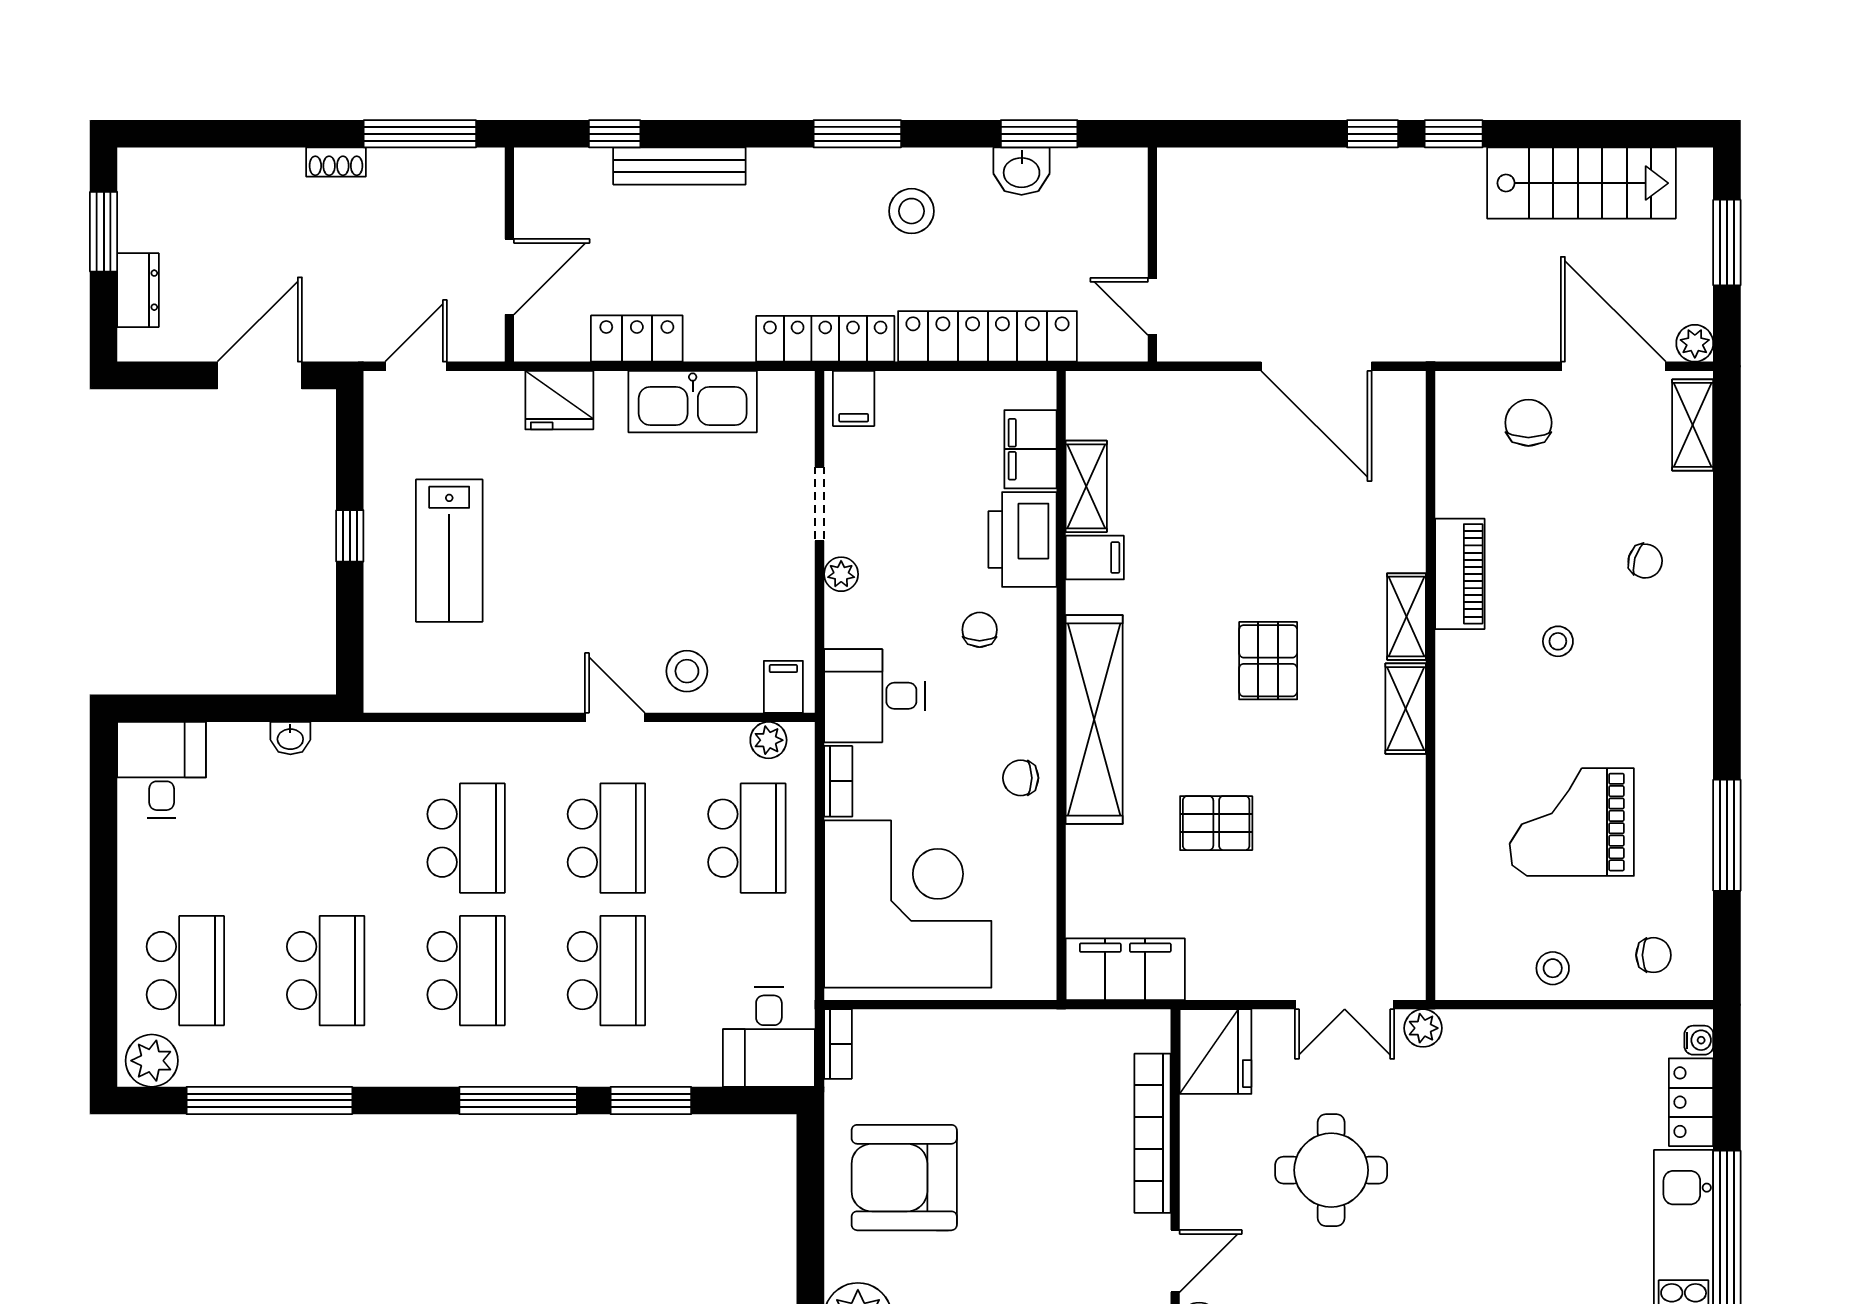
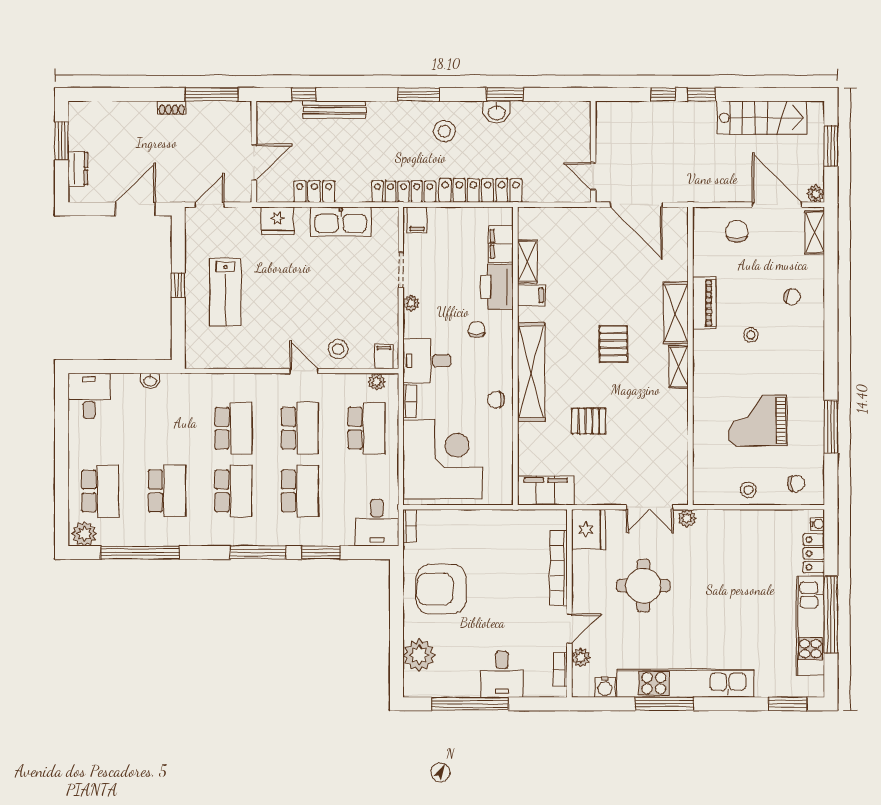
wall: (1152, 255) -> (593, 152), moved
door: (1152, 307) -> (593, 176), moved
shelving: (1406, 617) -> (676, 313), width x1.50, depth x1.33

